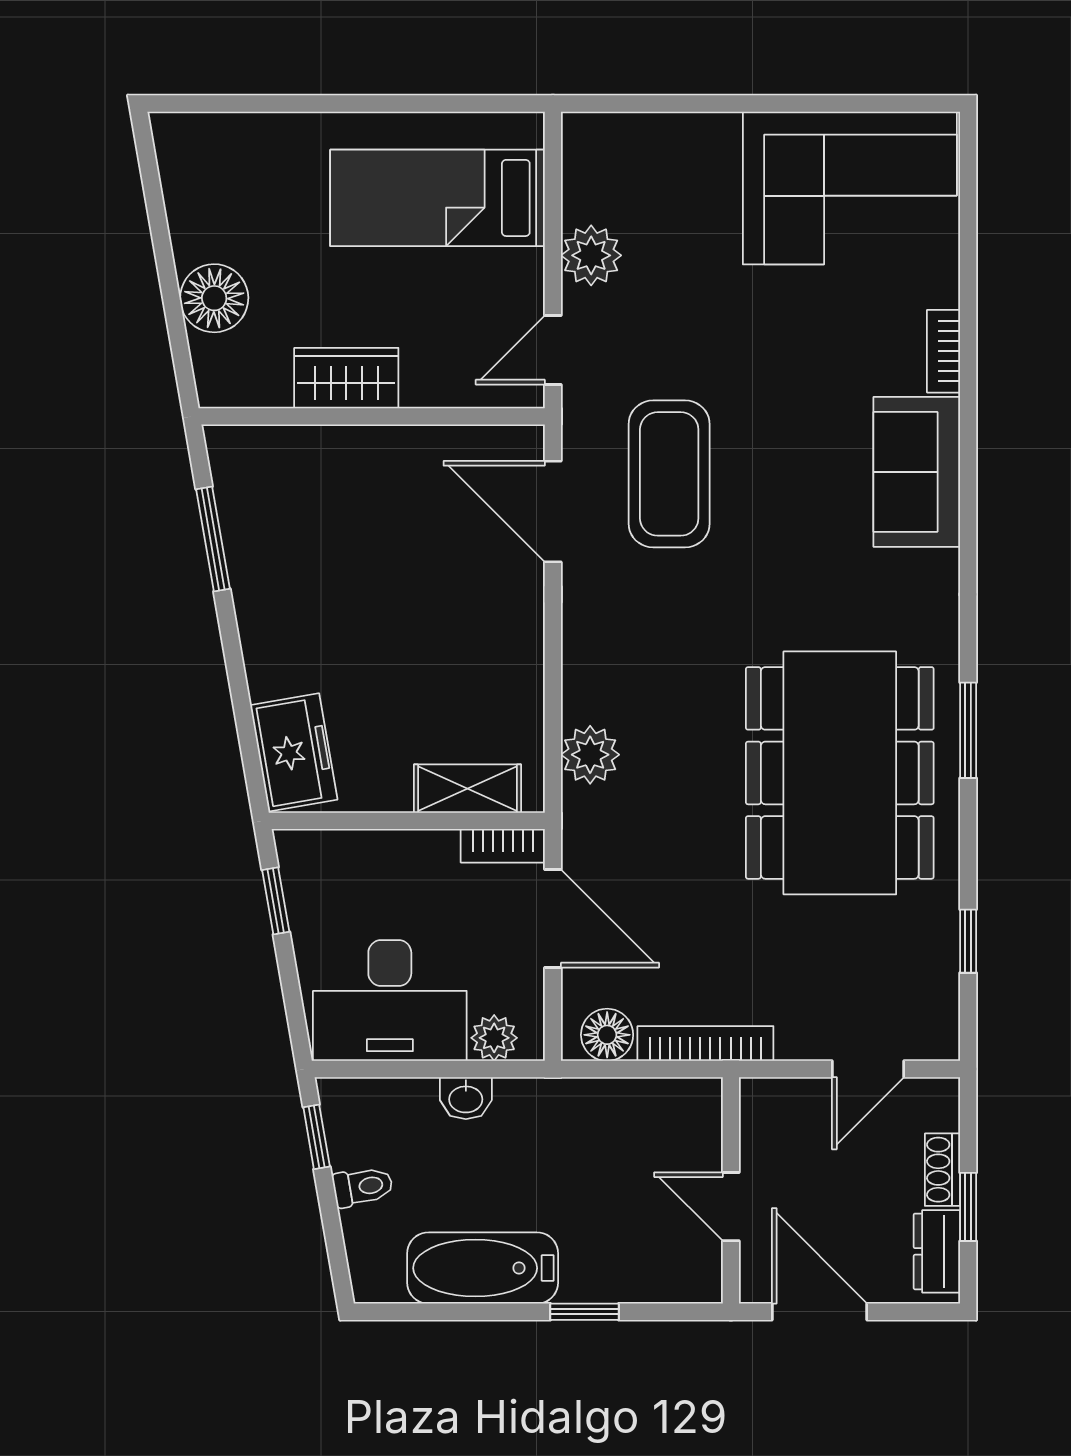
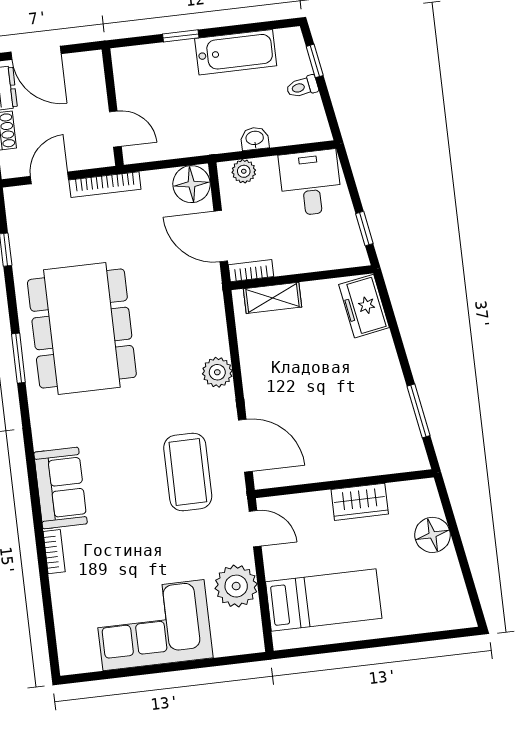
corner sofa: (850, 188) -> (153, 625), moved
plant: (591, 255) -> (236, 586), width x1.36, depth x1.36
door: (553, 350) -> (255, 529), hinge flipped
plant: (590, 755) -> (217, 372), moved
desk: (390, 1000) -> (310, 183), width x0.73
floor lamp: (607, 1035) -> (191, 184), width x1.38, depth x1.38
bookcase: (705, 1044) -> (105, 185), moved
window: (317, 1137) -> (315, 61), moved
door: (731, 1207) -> (115, 129), moved
door: (819, 1312) -> (36, 53), moved

